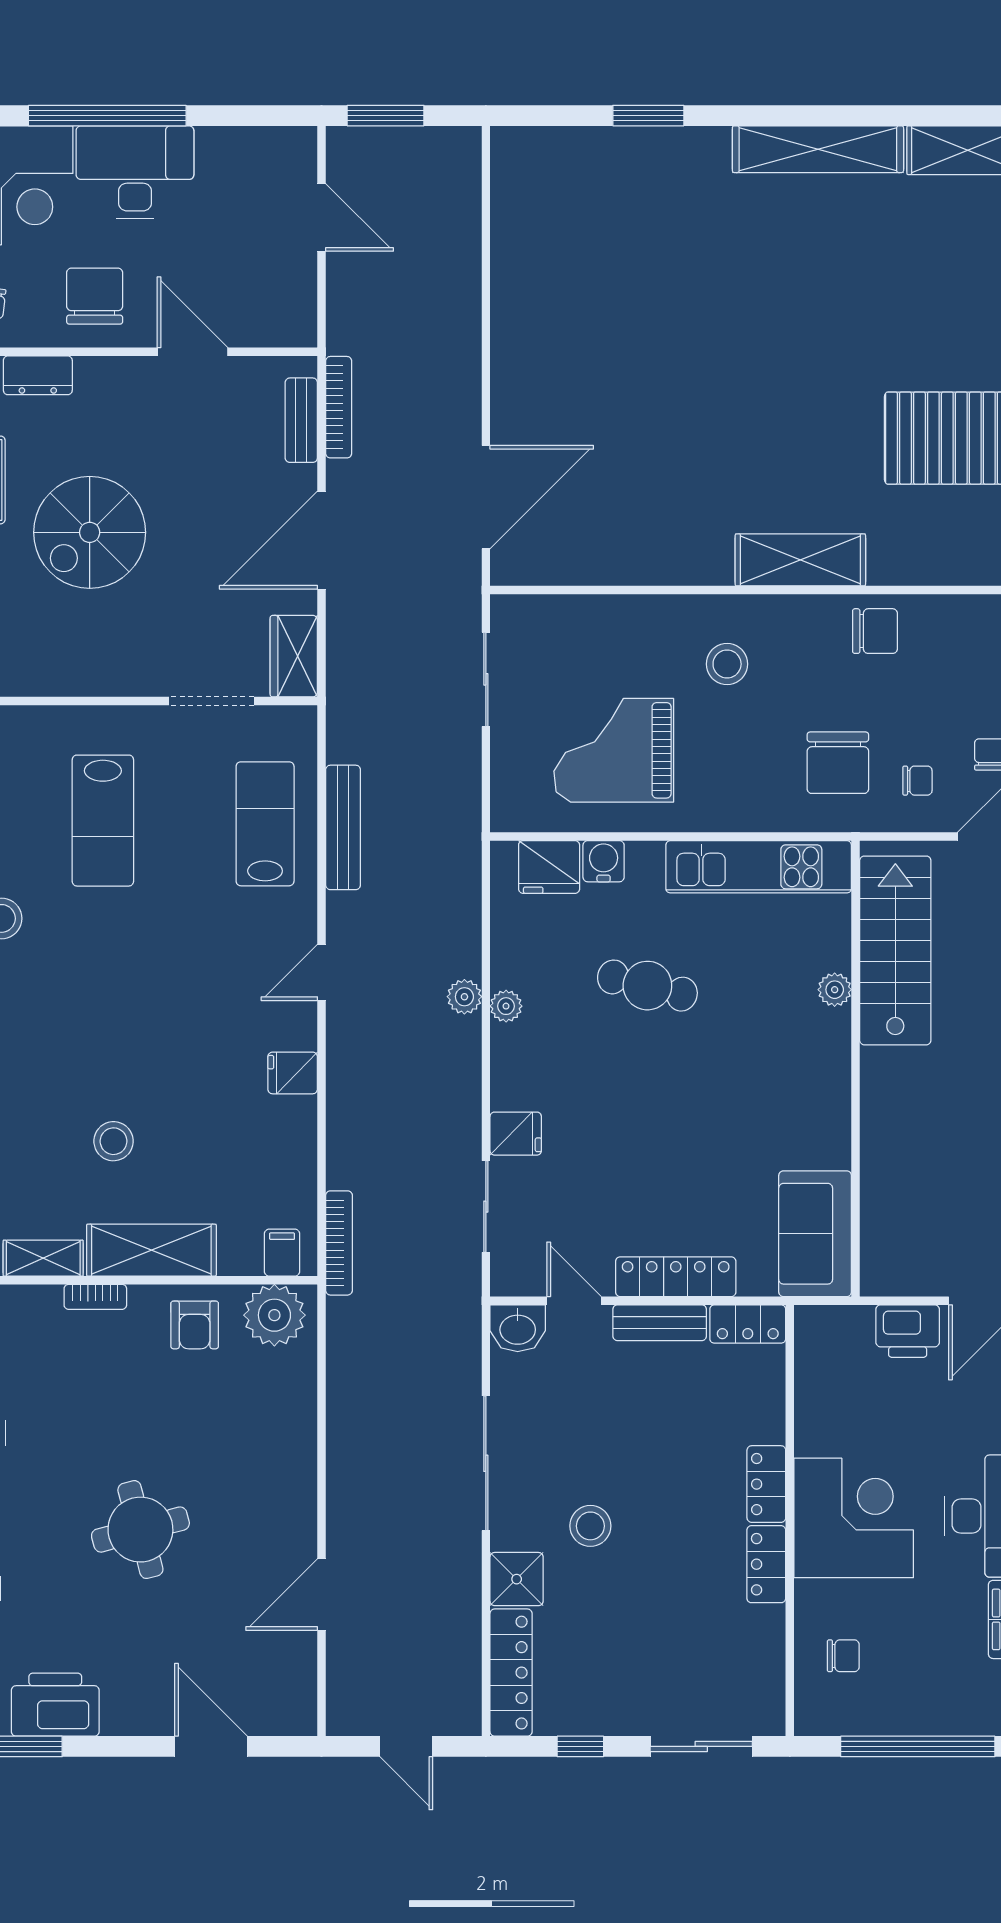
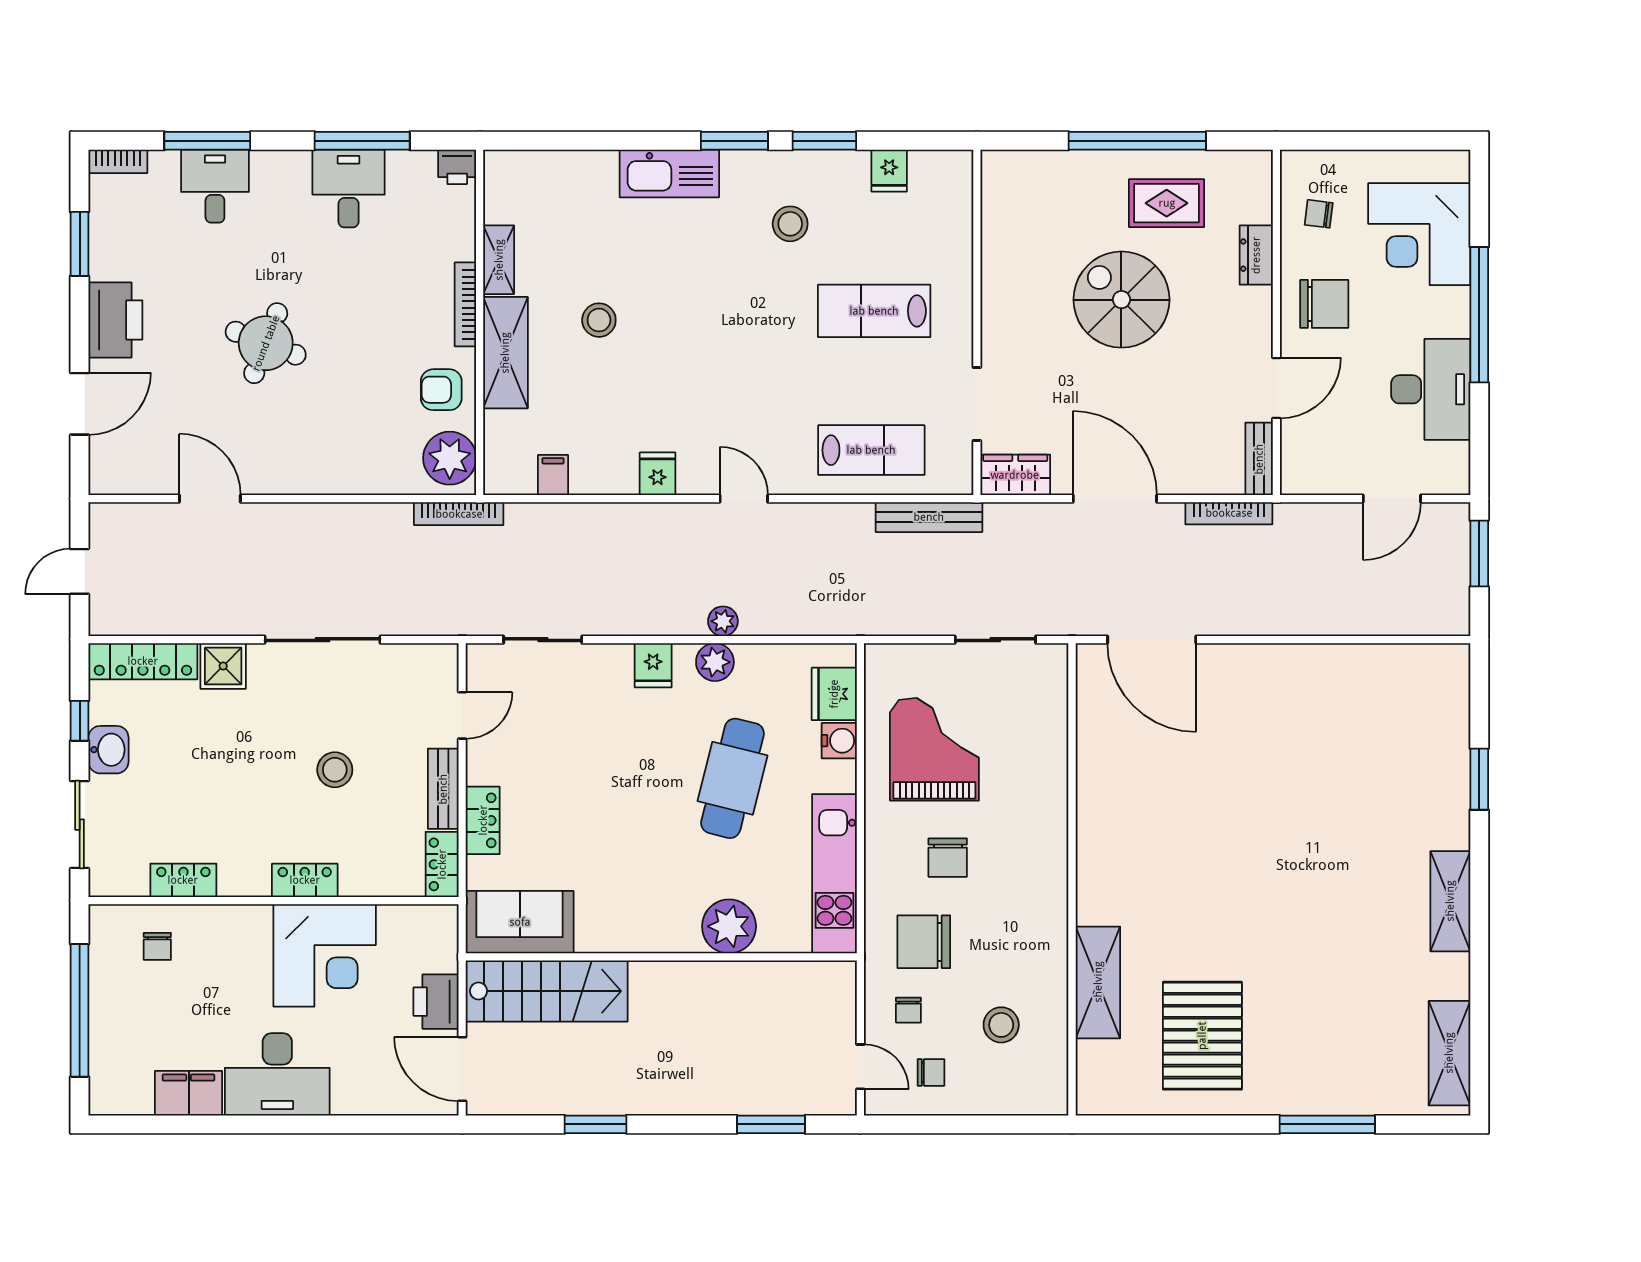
shelving: (818, 149) -> (1450, 901), width x0.68
desk: (135, 172) -> (1431, 389), moved
bench: (301, 420) -> (1259, 459), moved, turned 90
shelving: (800, 560) -> (1098, 982), moved
chair: (875, 631) -> (948, 858), moved
stool: (727, 664) -> (1001, 1025), moved
bench: (343, 827) -> (929, 517), moved
stairs: (895, 950) -> (547, 991), moved
cafe table: (647, 986) -> (733, 778), width x1.37, depth x1.35
plant: (835, 990) -> (729, 926), width x1.88, depth x1.88
plant: (506, 1006) -> (715, 662), width x1.38, depth x1.38
fridge: (516, 1134) -> (653, 665), moved
bookcase: (339, 1243) -> (459, 514), moved
filing cabinet: (282, 1253) -> (553, 475), moved, turned -90
locker: (676, 1277) -> (483, 820), width x0.66
bookcase: (95, 1297) -> (465, 304), width x1.56
washbasin: (518, 1328) -> (108, 750), moved, turned 180
corner desk: (854, 1518) -> (325, 955), moved
stool: (590, 1526) -> (335, 770), moved
round table: (140, 1530) -> (266, 343), turned 36
locker: (766, 1564) -> (183, 880), moved
printer: (55, 1705) -> (115, 320), moved

